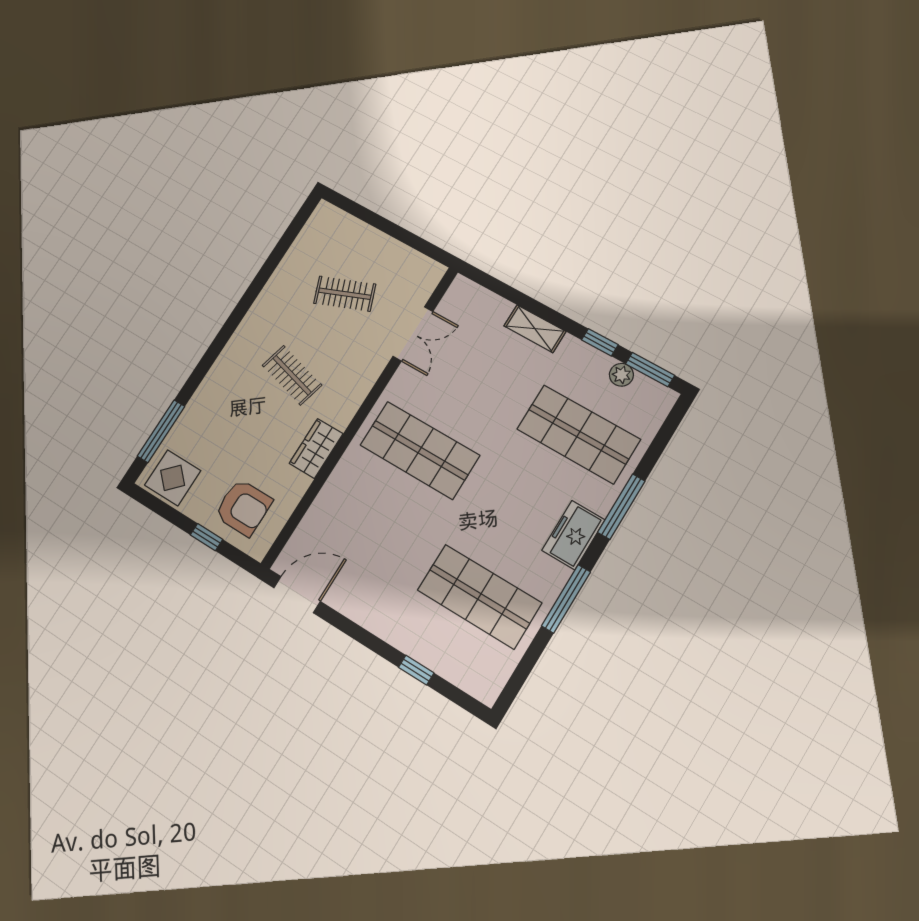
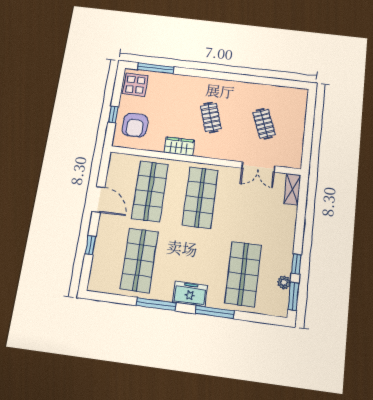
shelving: (535, 329) -> (292, 189), moved
clothes rail: (292, 375) -> (211, 117), turned -33
shop shelf: (370, 530) -> (150, 191), added
door: (297, 595) -> (98, 199), moved

